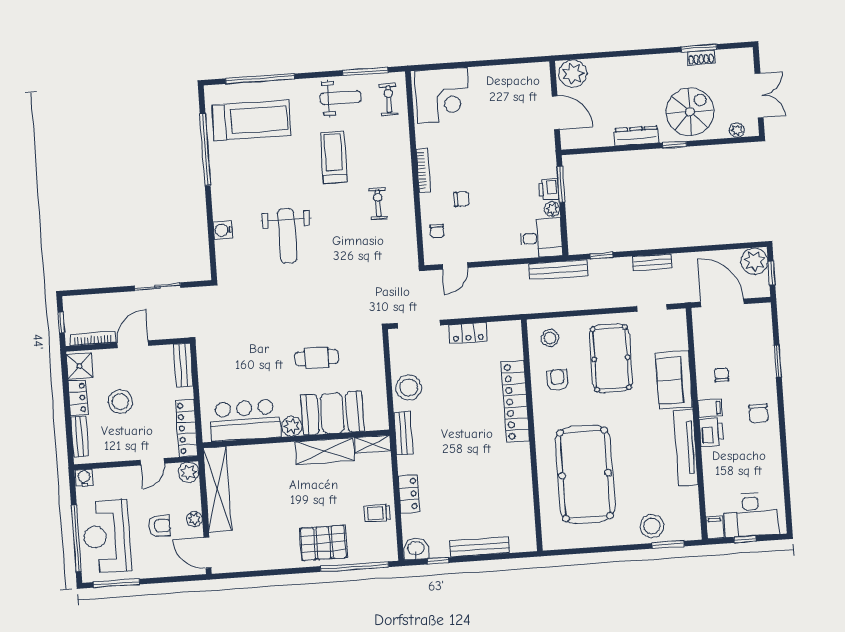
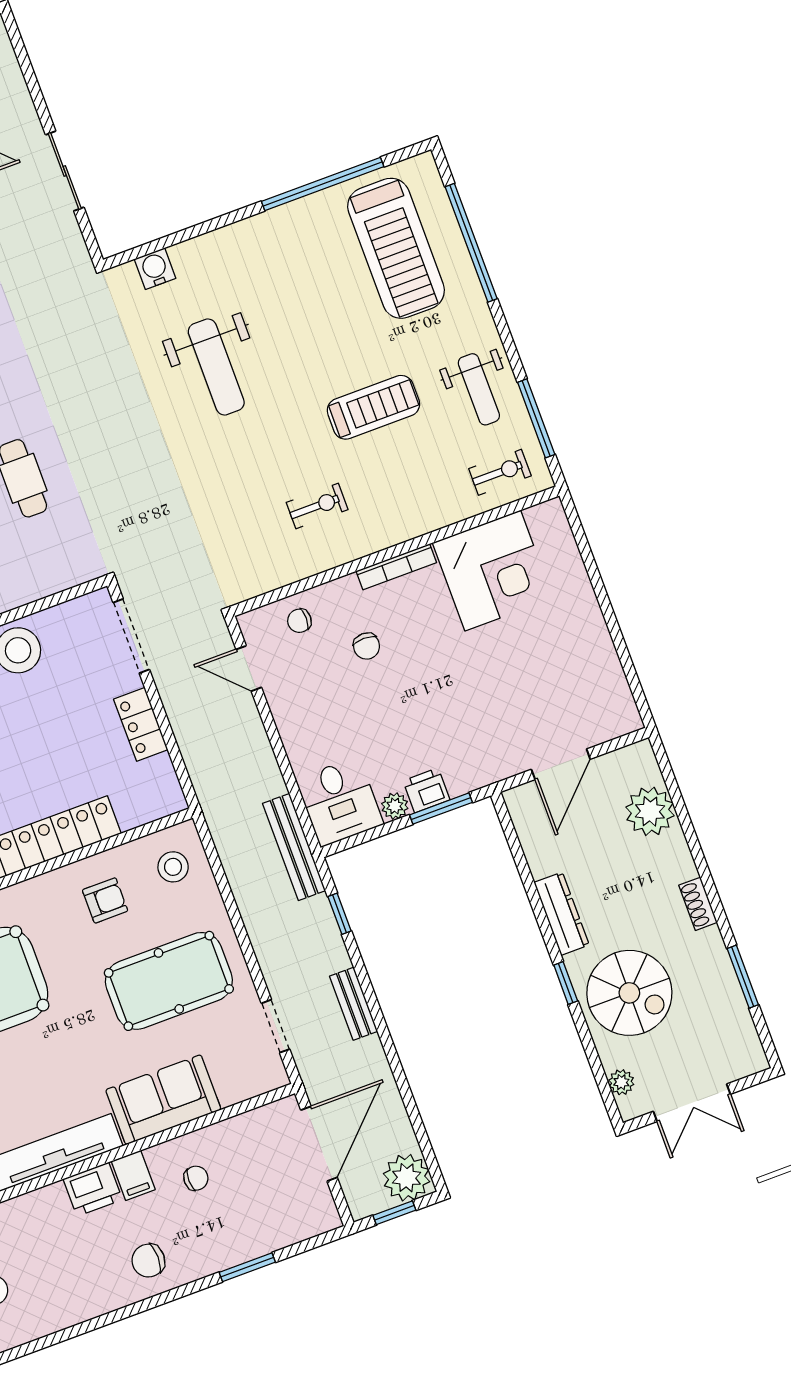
shoe rack: (701, 57) -> (698, 904), moved
plant: (573, 74) -> (650, 811), moved
corner desk: (442, 95) -> (493, 571), moved, turned -90
water cooler: (223, 230) -> (155, 269), moved
weight bench: (287, 236) -> (216, 367), turned -90

